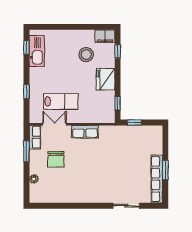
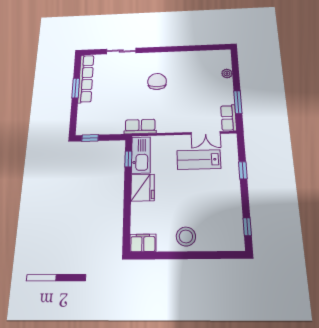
kitchen sink: (37, 51) -> (141, 155), moved, turned 180
window: (118, 51) -> (127, 223), removed
stool: (86, 55) -> (186, 236), moved
window: (134, 122) -> (90, 138), moved
row of seats: (85, 132) -> (140, 127), moved
chair: (56, 159) -> (157, 81), moved

